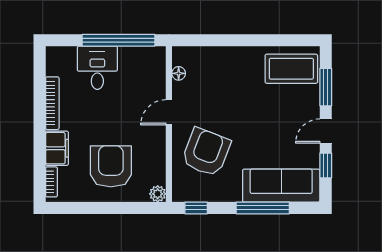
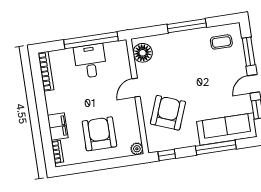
window: (249, 40) -> (187, 26), added
desk: (97, 68) -> (90, 61), moved
coffee table: (291, 69) -> (221, 42), width x0.54, depth x0.58
floor lamp: (179, 73) -> (143, 53), width x1.89, depth x1.89
bookcase: (52, 103) -> (46, 71), moved

